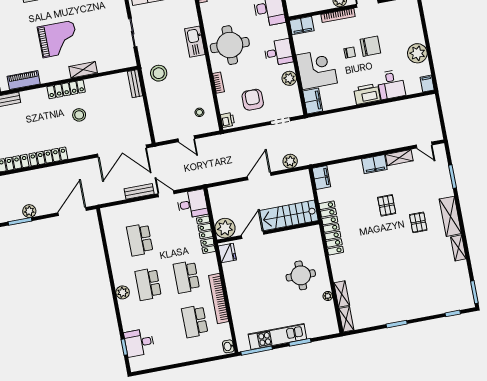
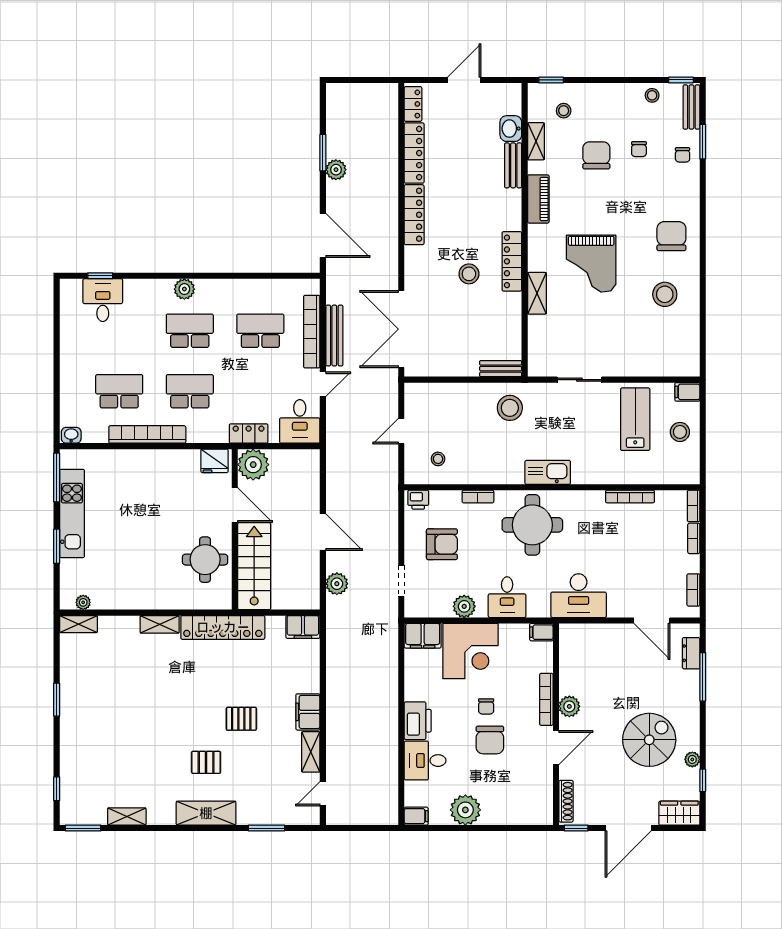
filing cabinet: (302, 26) -> (541, 632), width x0.50
bench: (139, 191) -> (334, 336), width x1.36
bookcase: (134, 207) -> (312, 332), added
locker: (206, 235) -> (249, 433), width x0.66
shelving: (458, 248) -> (127, 816), moved
round table: (301, 275) -> (205, 560), moved
shelving: (342, 294) -> (160, 624), moved
plant: (328, 296) -> (83, 602), moved

